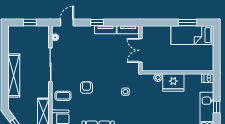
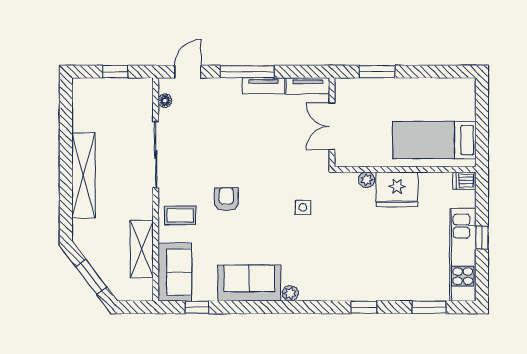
window: (97, 22) -> (247, 72), width x2.17
window: (187, 22) -> (377, 72), moved
bed: (192, 35) -> (434, 140), moved

